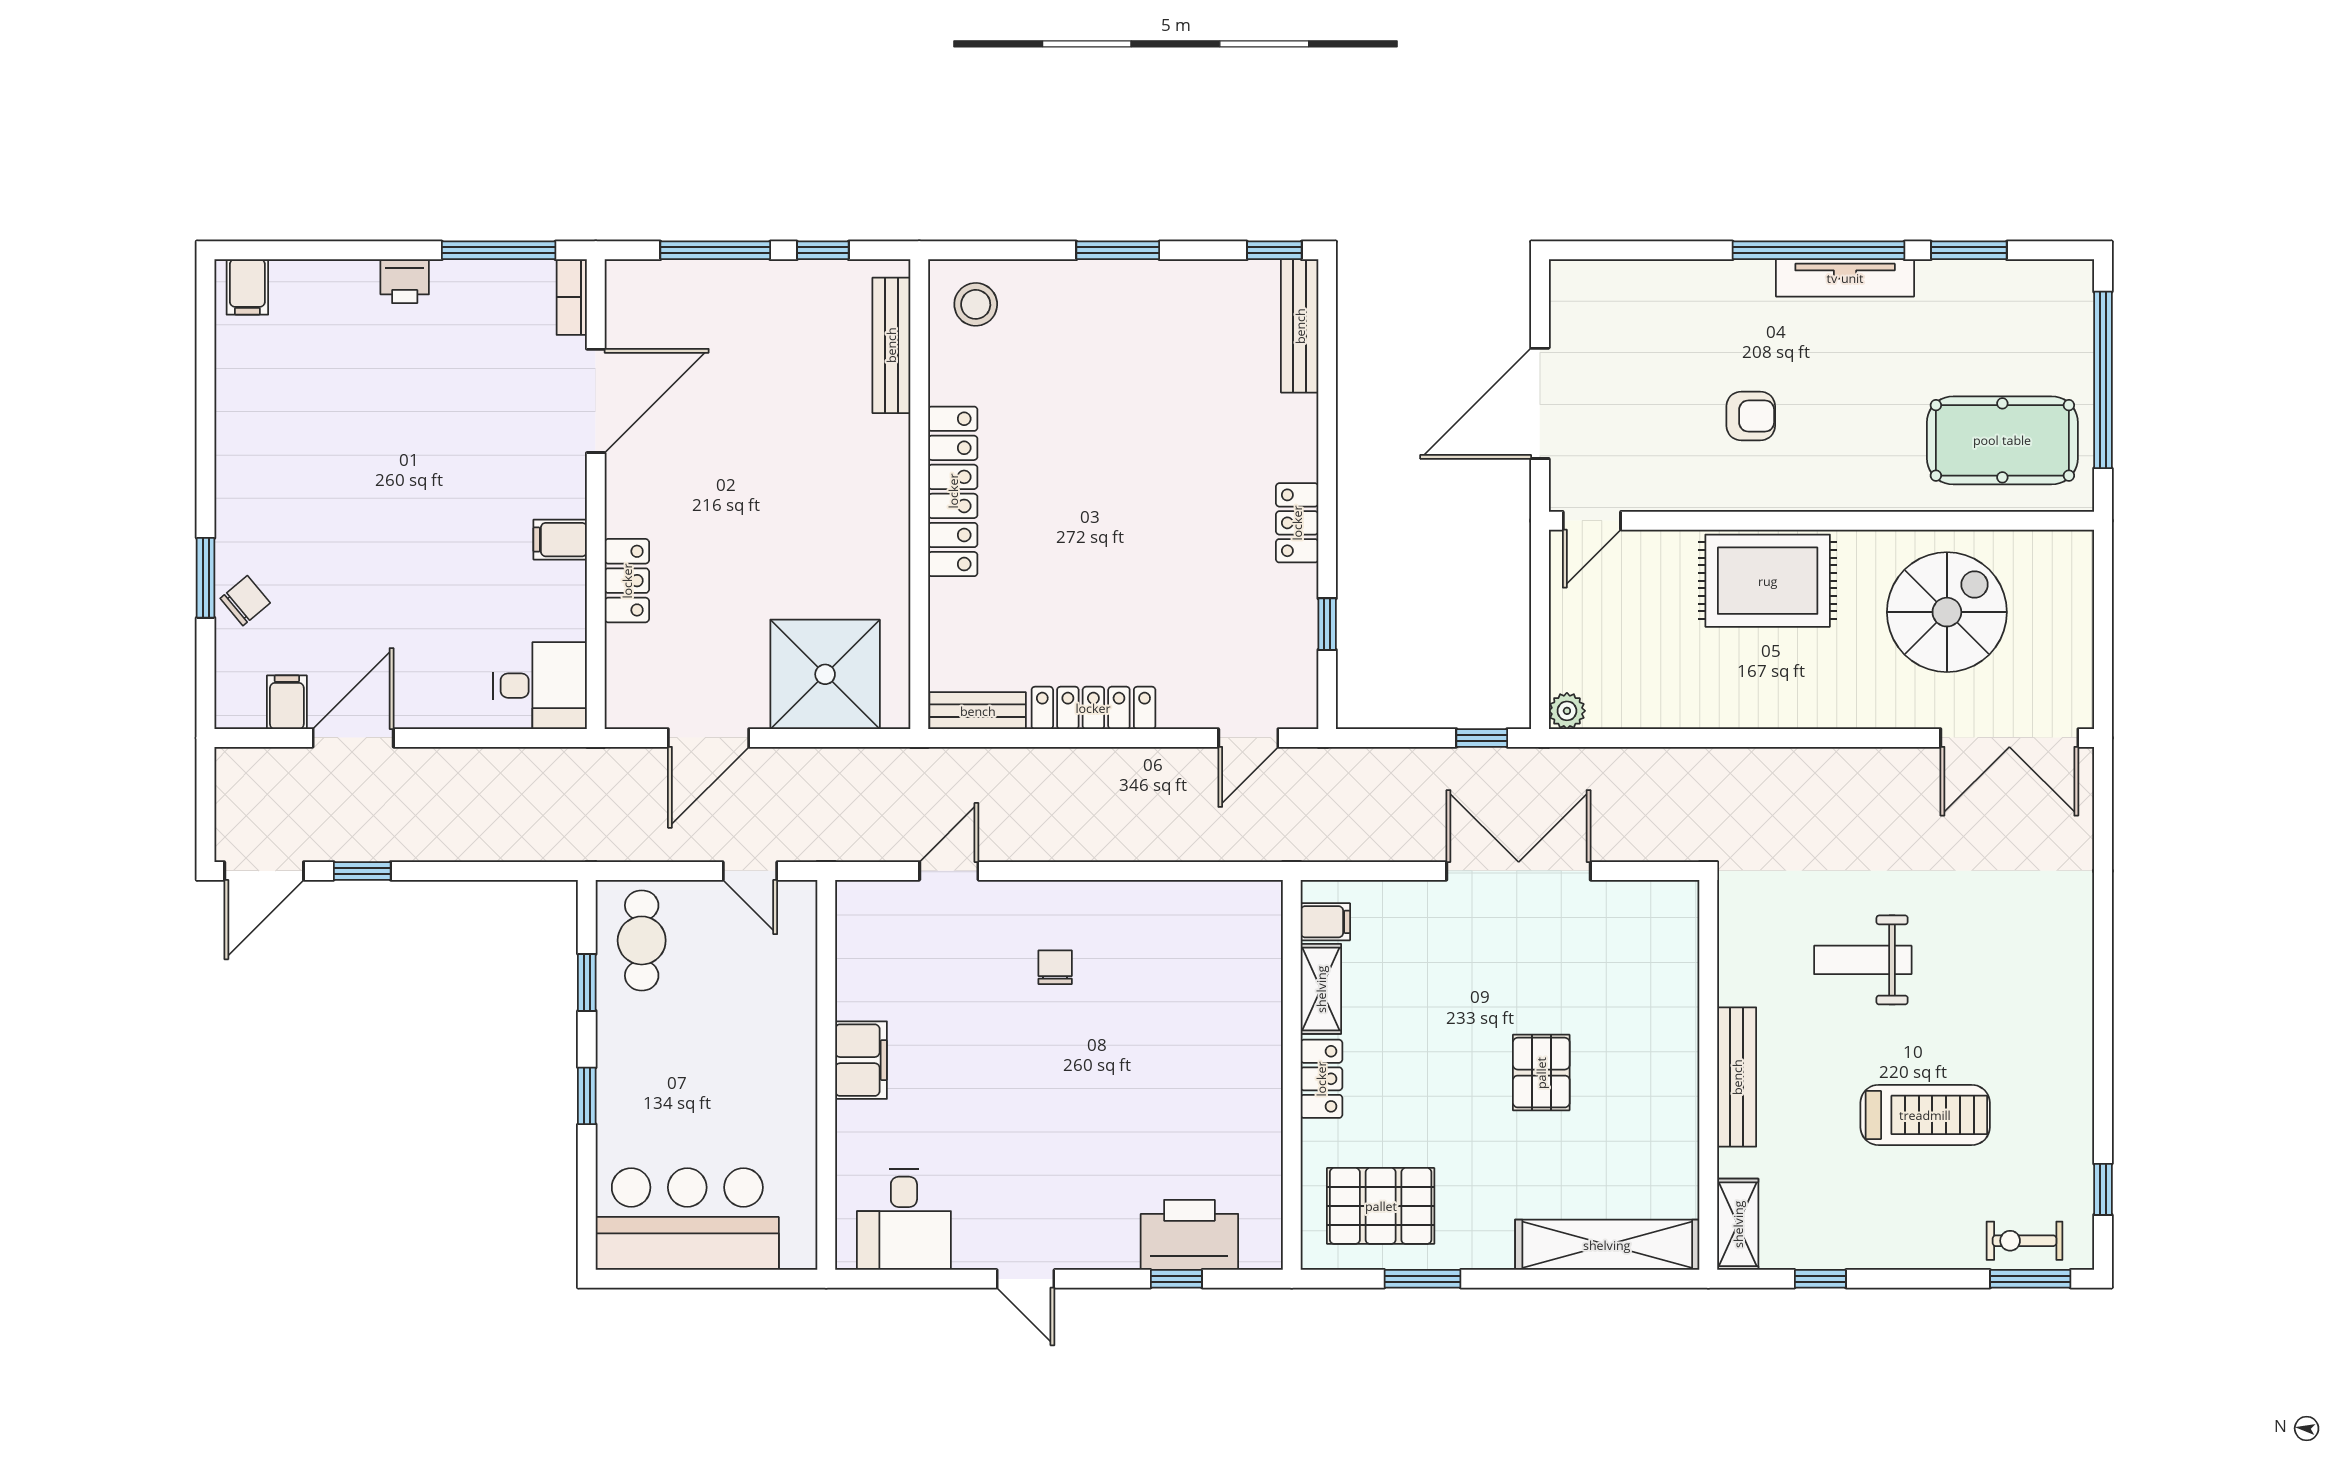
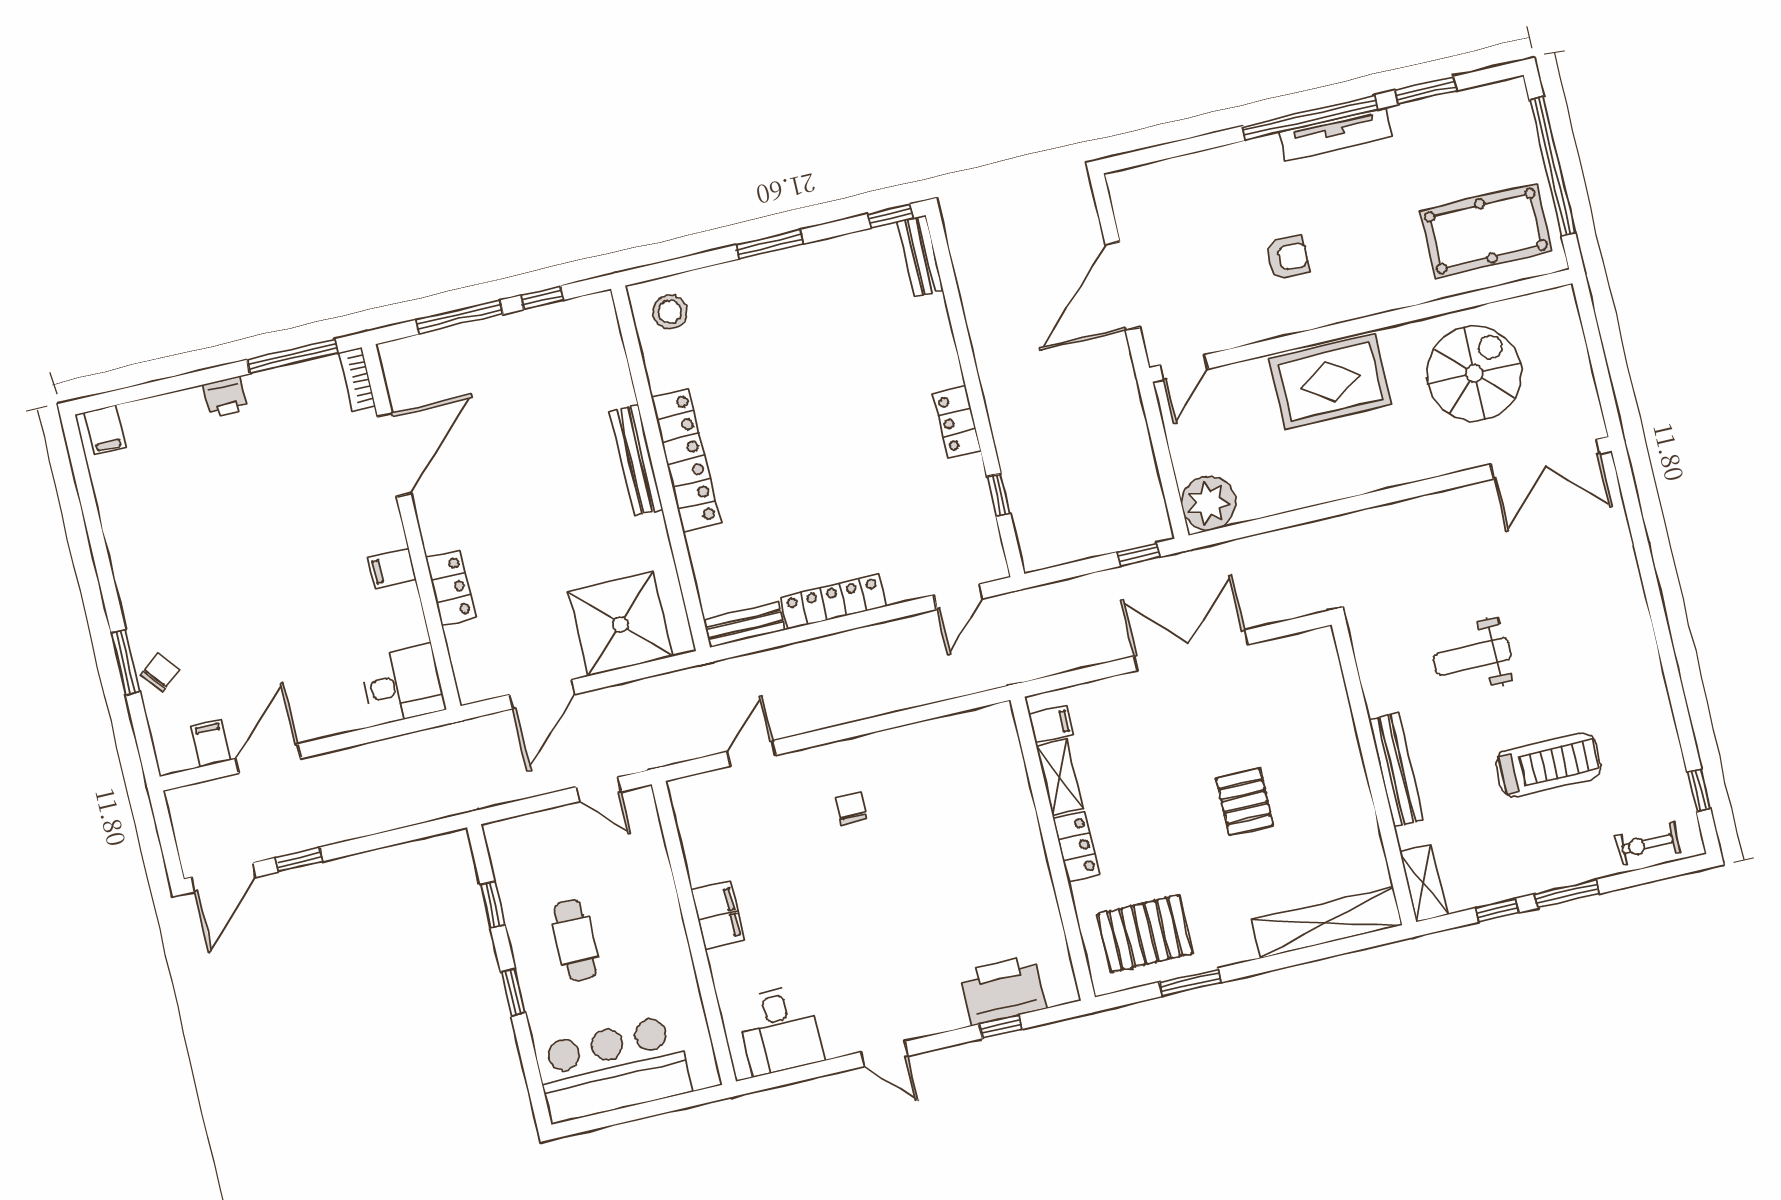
bench: (1300, 326) -> (920, 256), width x0.73
bench: (891, 345) -> (636, 460), moved
plant: (1567, 711) -> (1208, 503), width x1.87, depth x1.87
cafe table: (642, 940) -> (575, 940), moved
window: (2030, 1279) -> (1567, 894), moved

